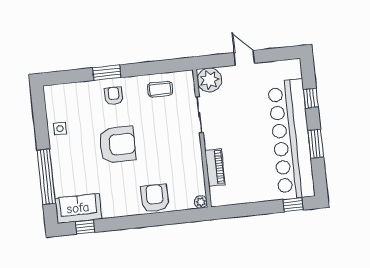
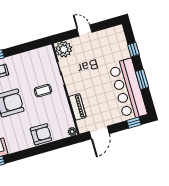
coffee table: (160, 89) -> (43, 91), moved
bar counter: (291, 139) -> (128, 89), width x0.73
armchair: (155, 198) -> (41, 134), turned 90
door: (240, 210) -> (99, 133), added

